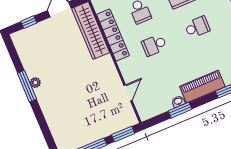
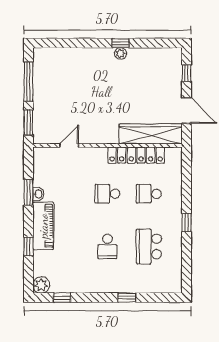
school desk: (154, 45) -> (107, 194), turned -90
window: (27, 86) -> (121, 43), width x0.46
door: (128, 93) -> (69, 146), swing flipped

